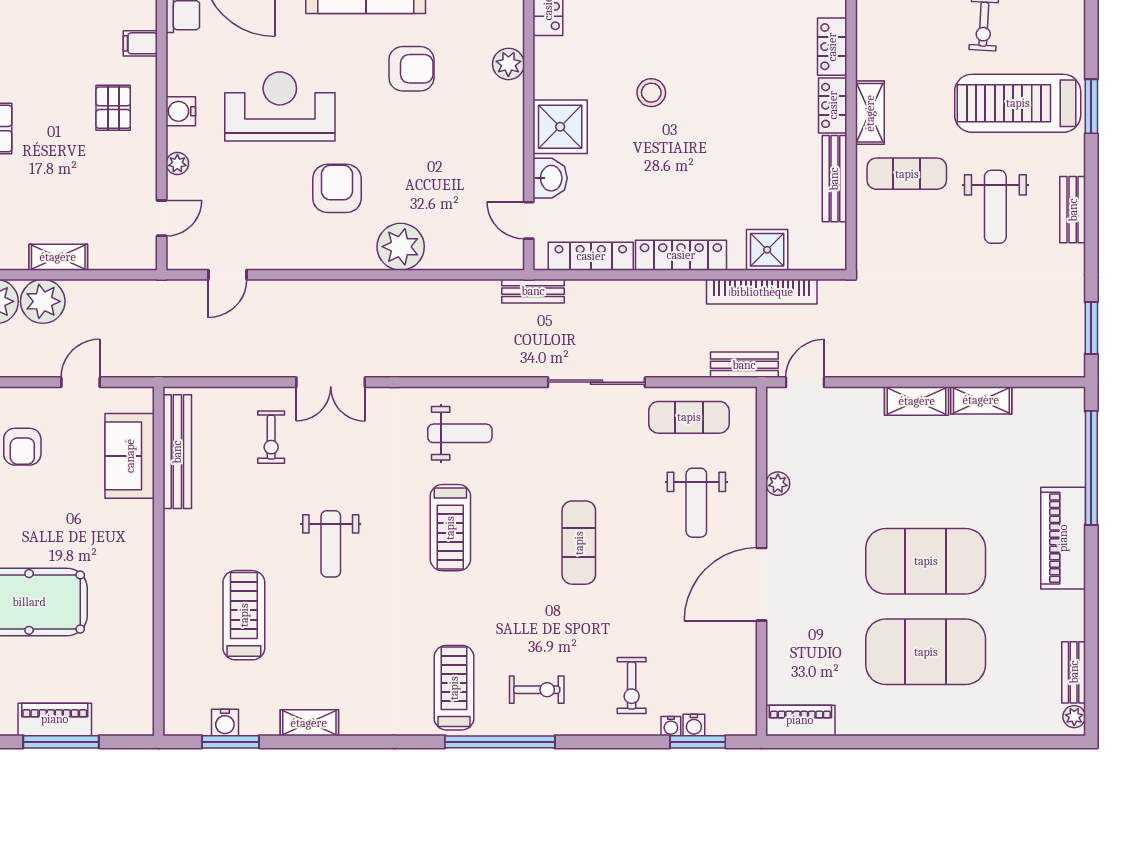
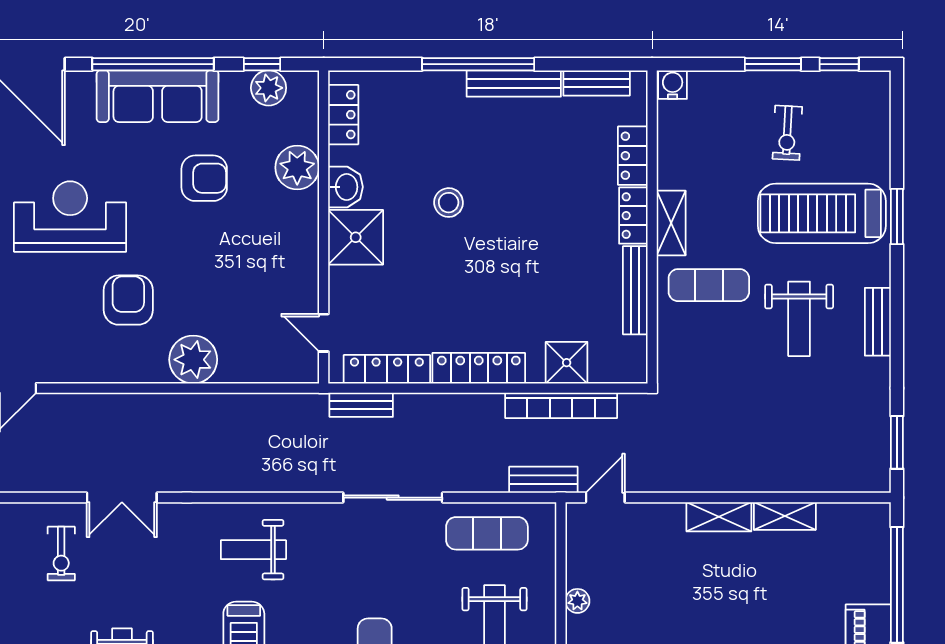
plant: (508, 64) -> (297, 168), width x1.36, depth x1.36
washbasin: (550, 178) -> (346, 187), moved
bench: (533, 291) -> (361, 405), moved
weight bench: (460, 433) -> (253, 550), turned 180

